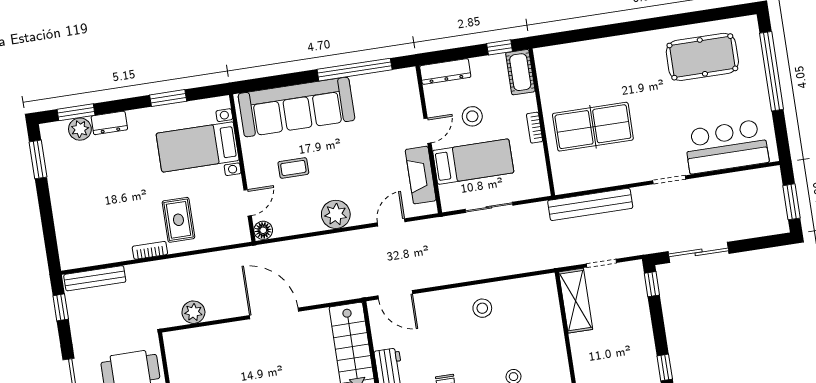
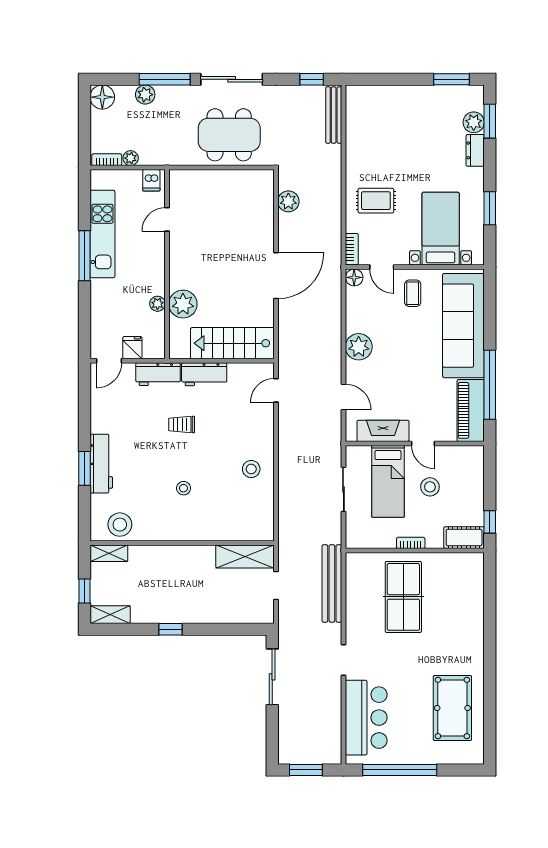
window: (772, 71) -> (400, 770), moved
dresser: (445, 72) -> (475, 468), removed
piano: (385, 86) -> (471, 410), added
coffee table: (293, 168) -> (413, 293), moved
bookcase: (150, 250) -> (352, 249), moved
window: (652, 284) -> (249, 629), removed
door: (395, 295) -> (276, 390), width x0.73

